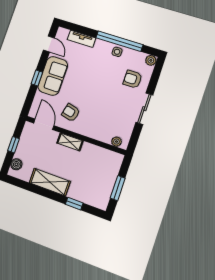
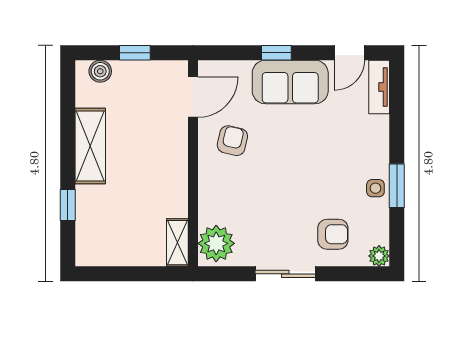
tv unit: (82, 39) -> (379, 87), moved
window: (119, 41) -> (397, 186), width x0.47
armchair: (133, 79) -> (333, 234), turned 90
shelving: (70, 142) -> (177, 243), moved
plant: (117, 142) -> (216, 243), width x1.87, depth x1.87
window: (118, 188) -> (124, 274), removed

